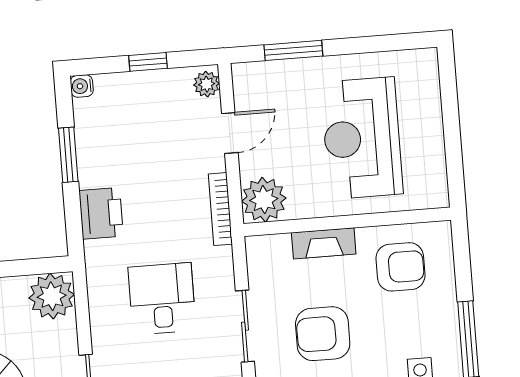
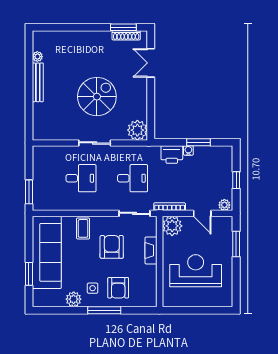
water cooler: (82, 86) -> (188, 150), moved
armchair: (400, 267) -> (118, 288), moved
sliding door: (245, 326) -> (135, 213), moved

